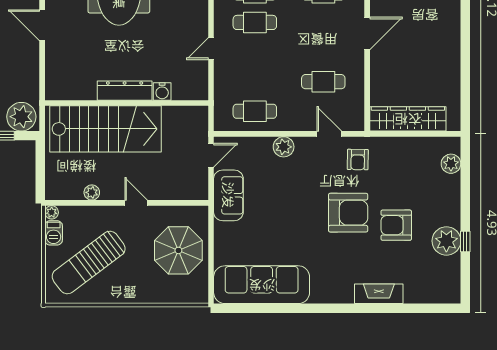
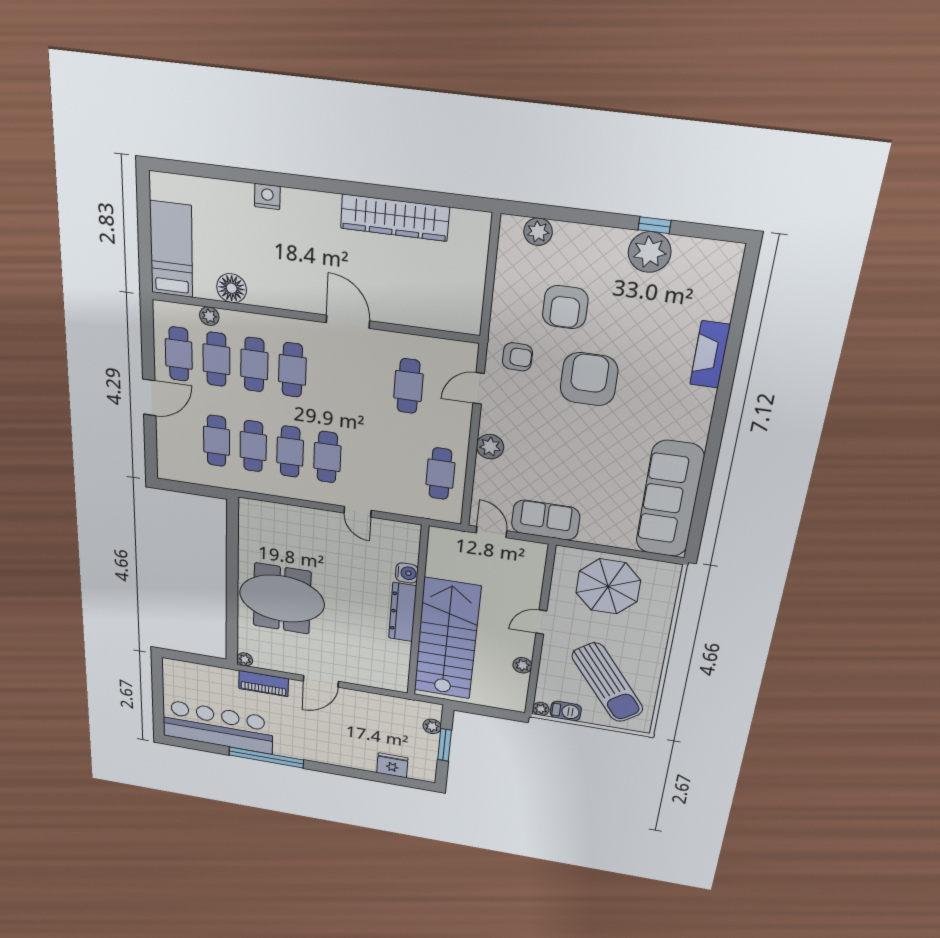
plant: (21, 117) -> (432, 726), width x0.53, depth x0.53
wardrobe: (408, 119) -> (395, 218), moved, turned -90
armchair: (396, 225) -> (565, 307), moved

